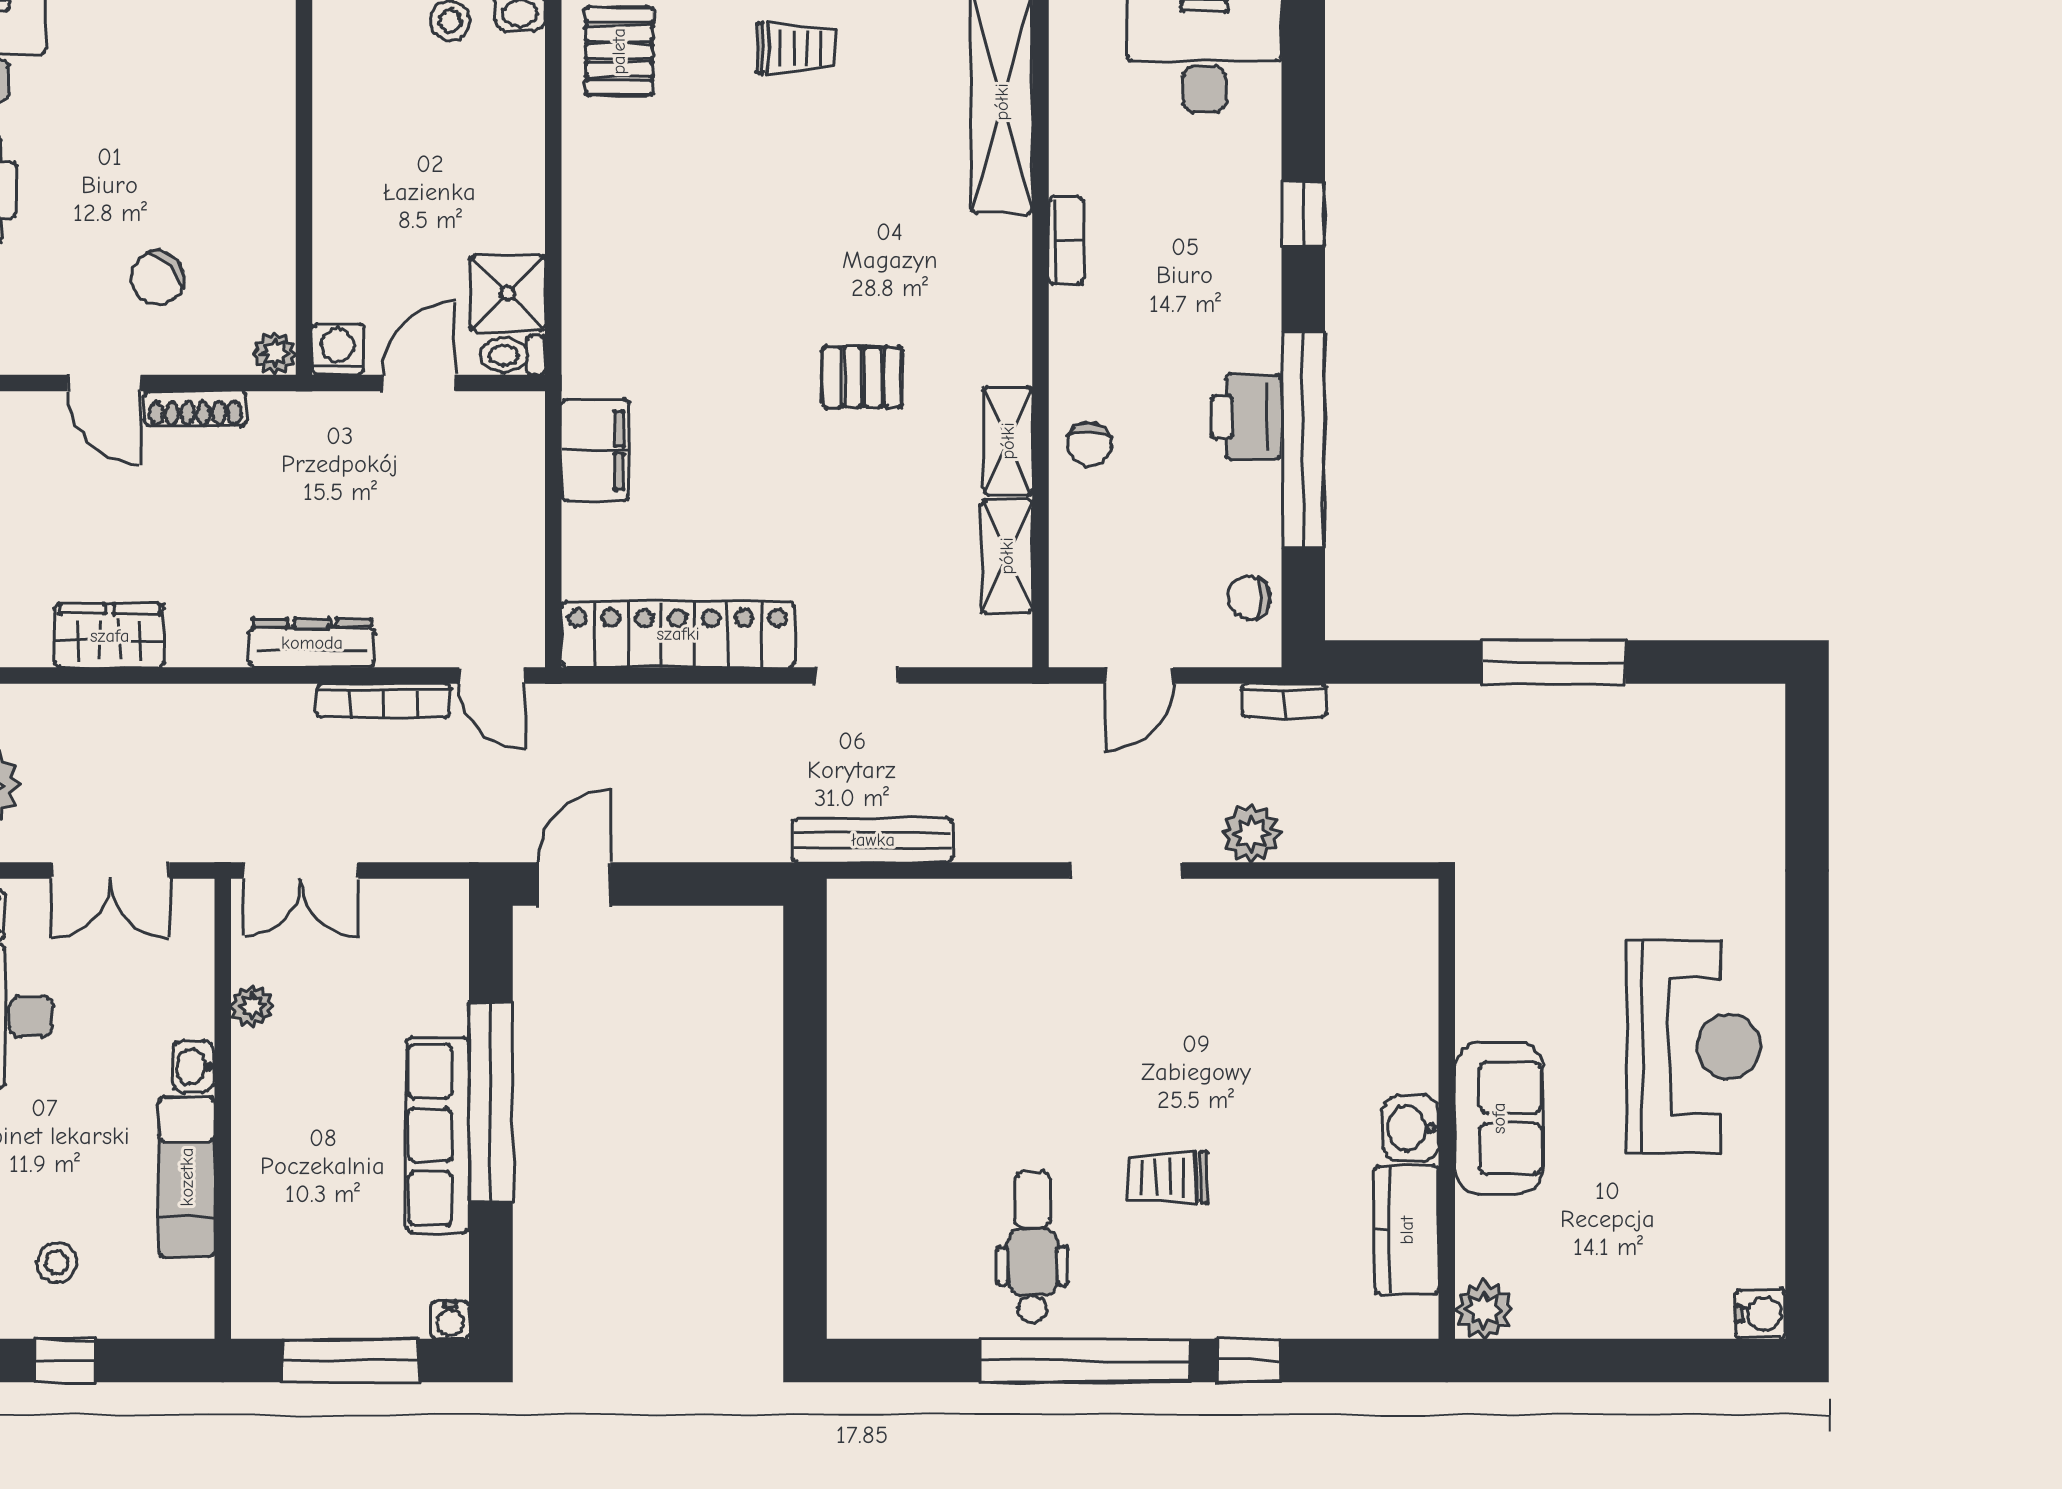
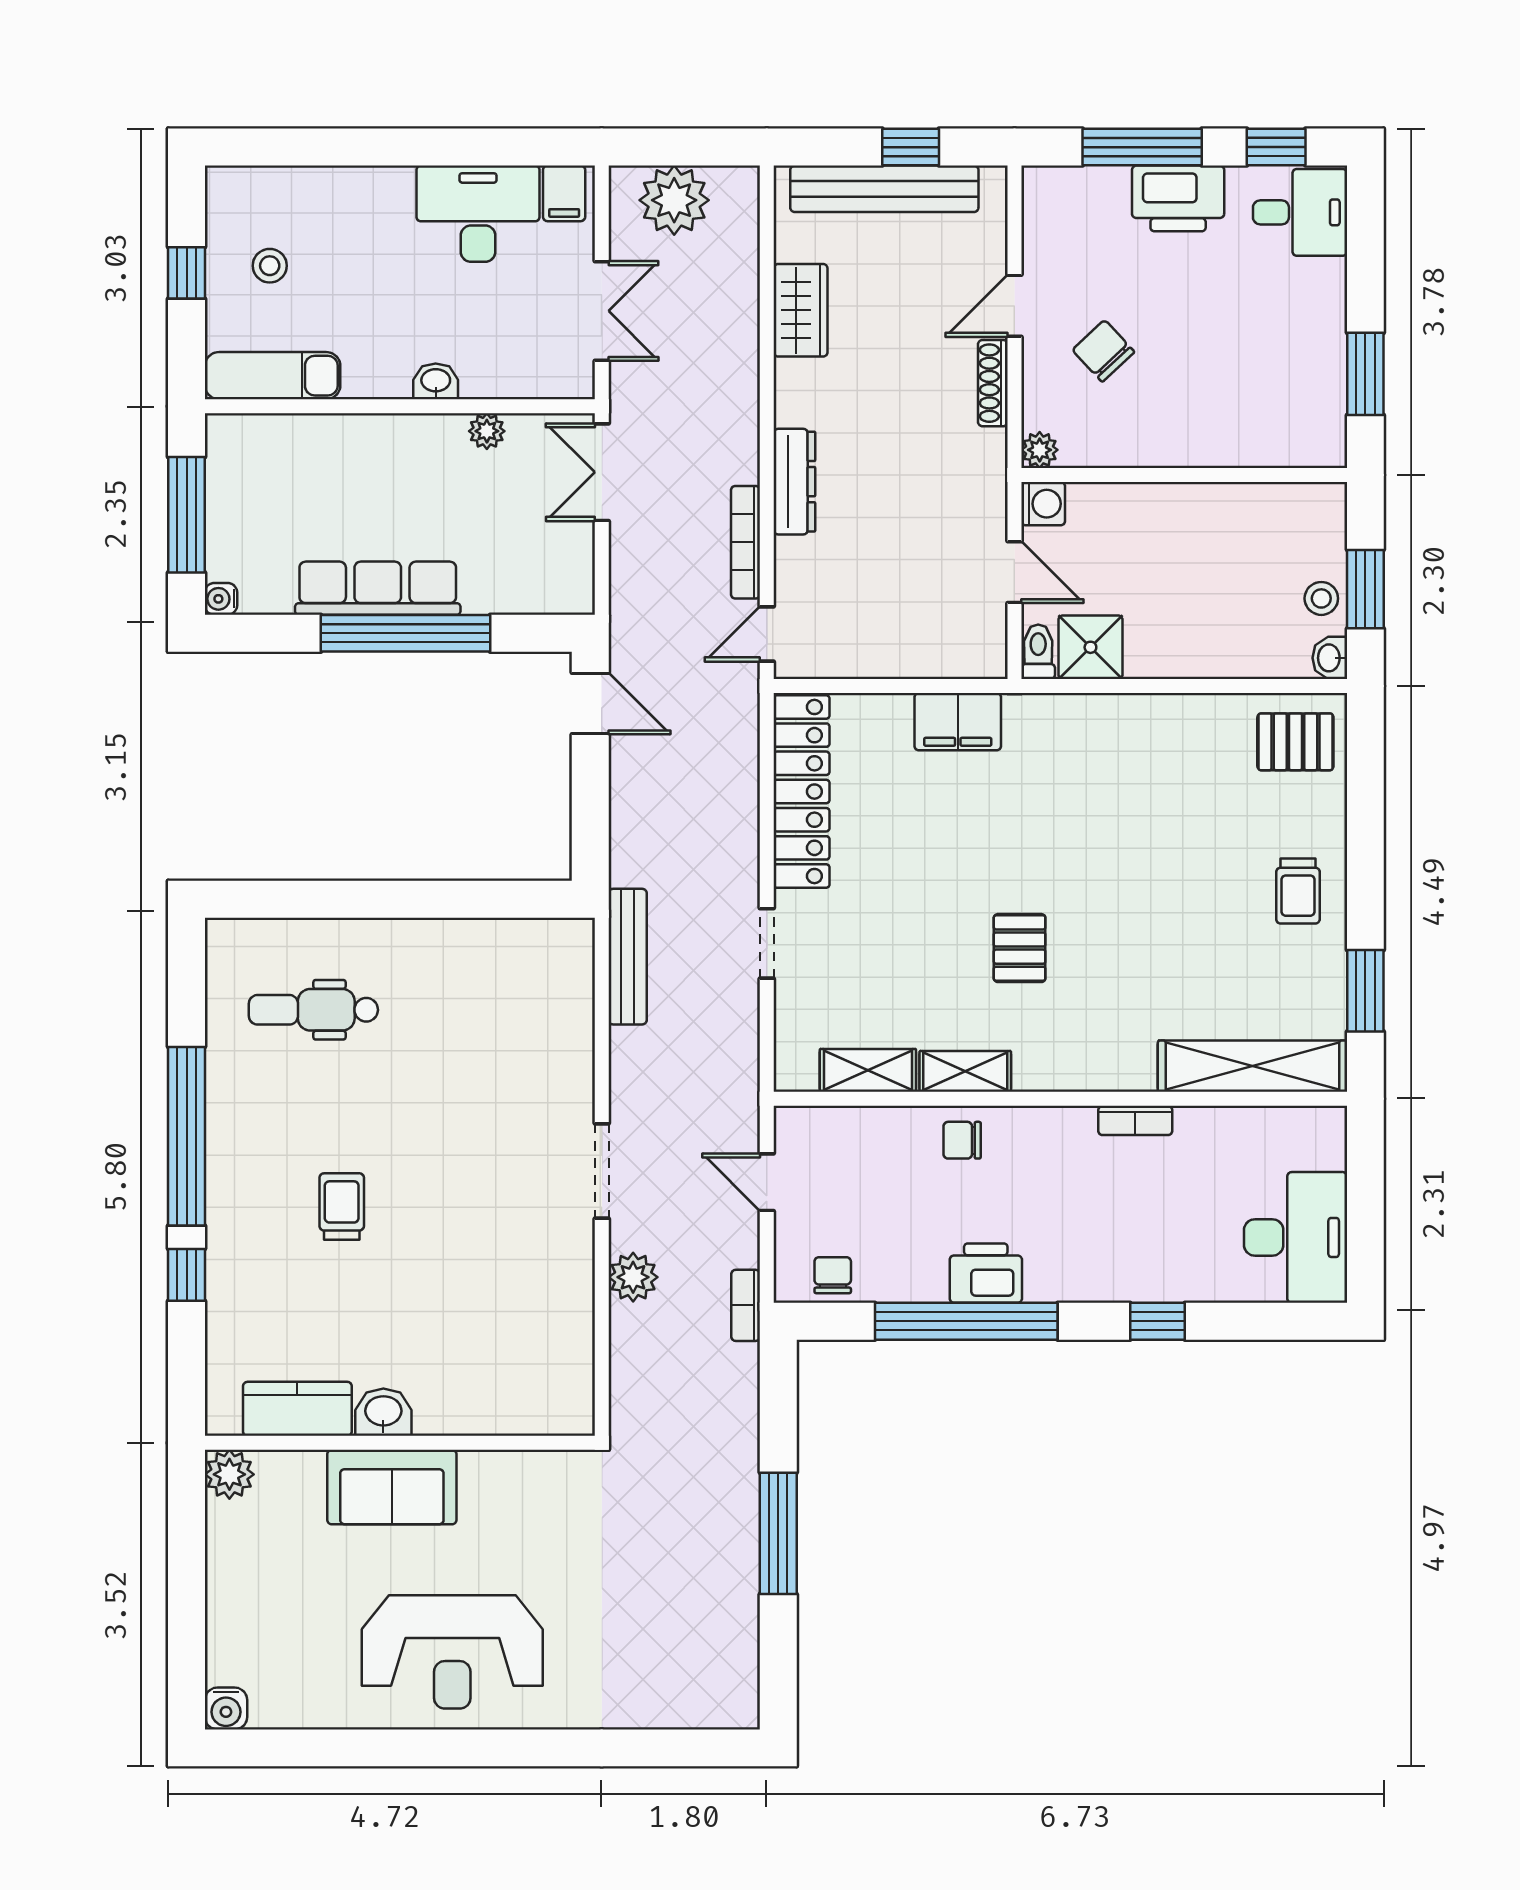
double door: (110, 870) -> (602, 311), swing flipped
exam couch: (187, 1177) -> (273, 376), moved
dental chair: (1033, 1247) -> (313, 1010), moved, turned 180

